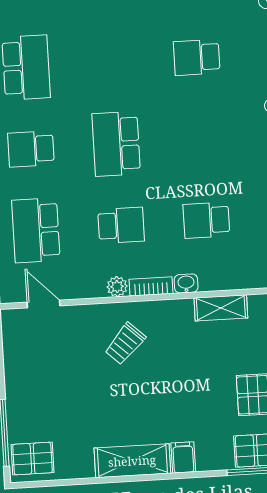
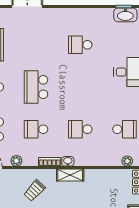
school desk: (121, 225) -> (36, 129), turned 180
plant: (117, 287) -> (16, 161), moved
shelving: (221, 308) -> (70, 175), moved

